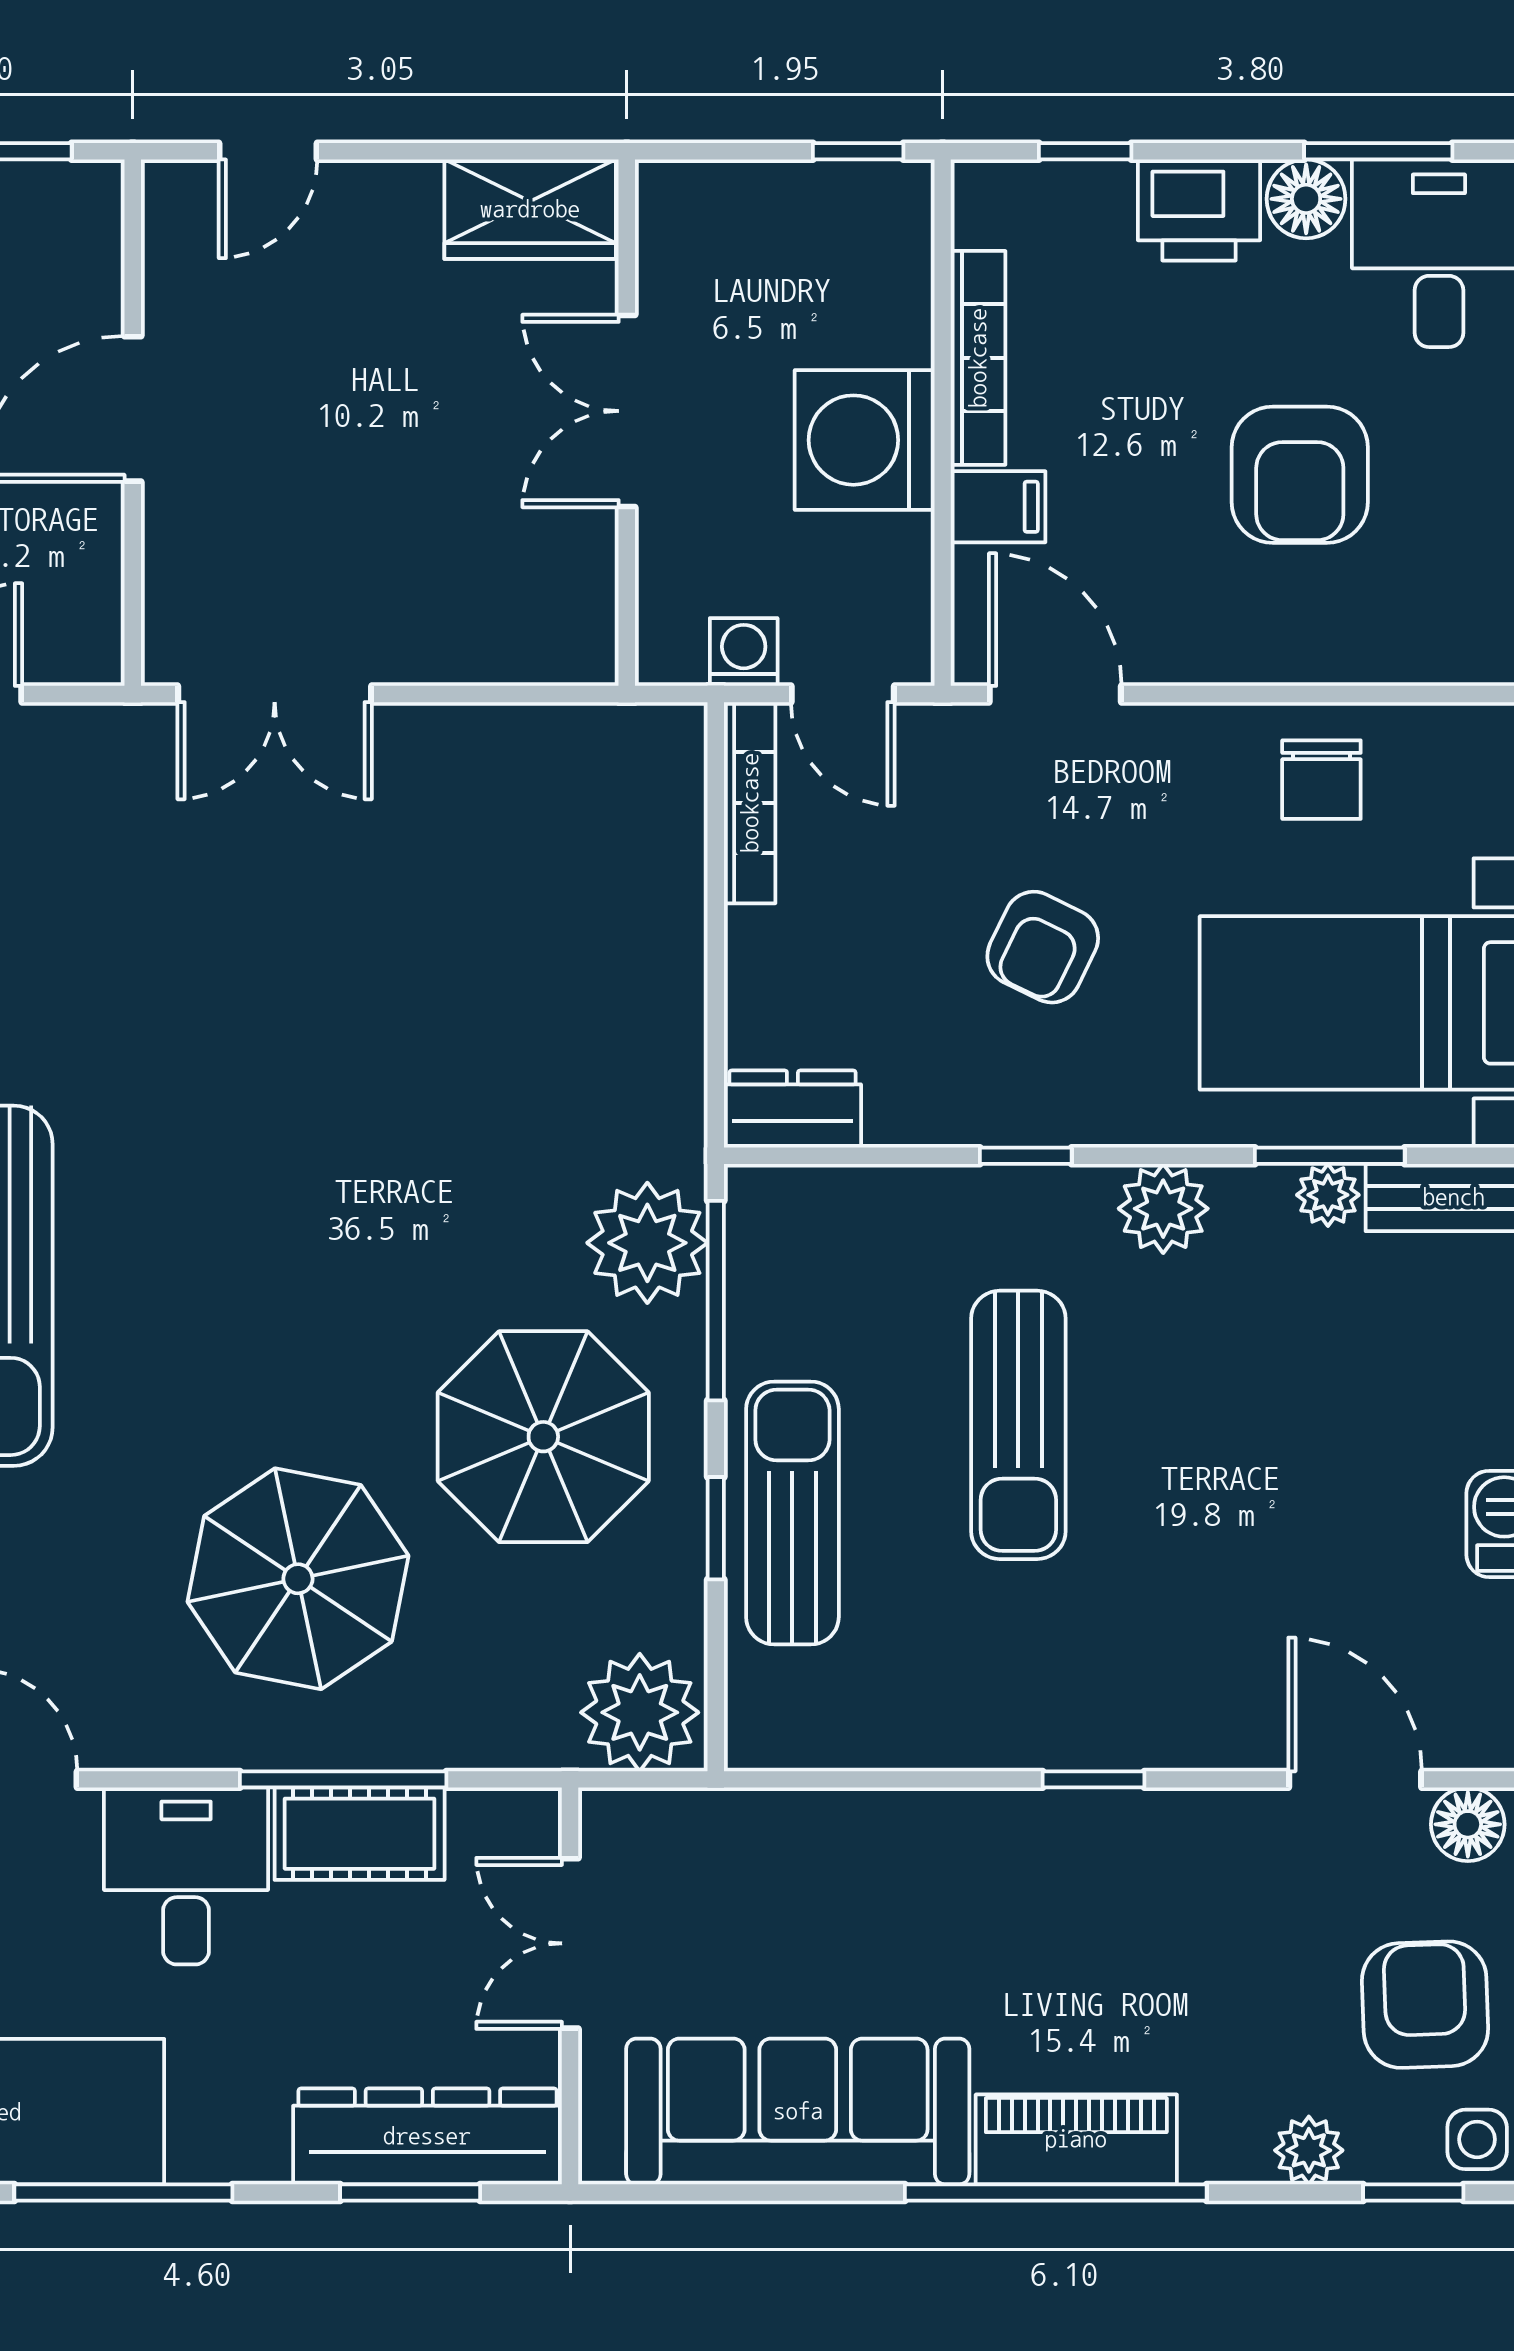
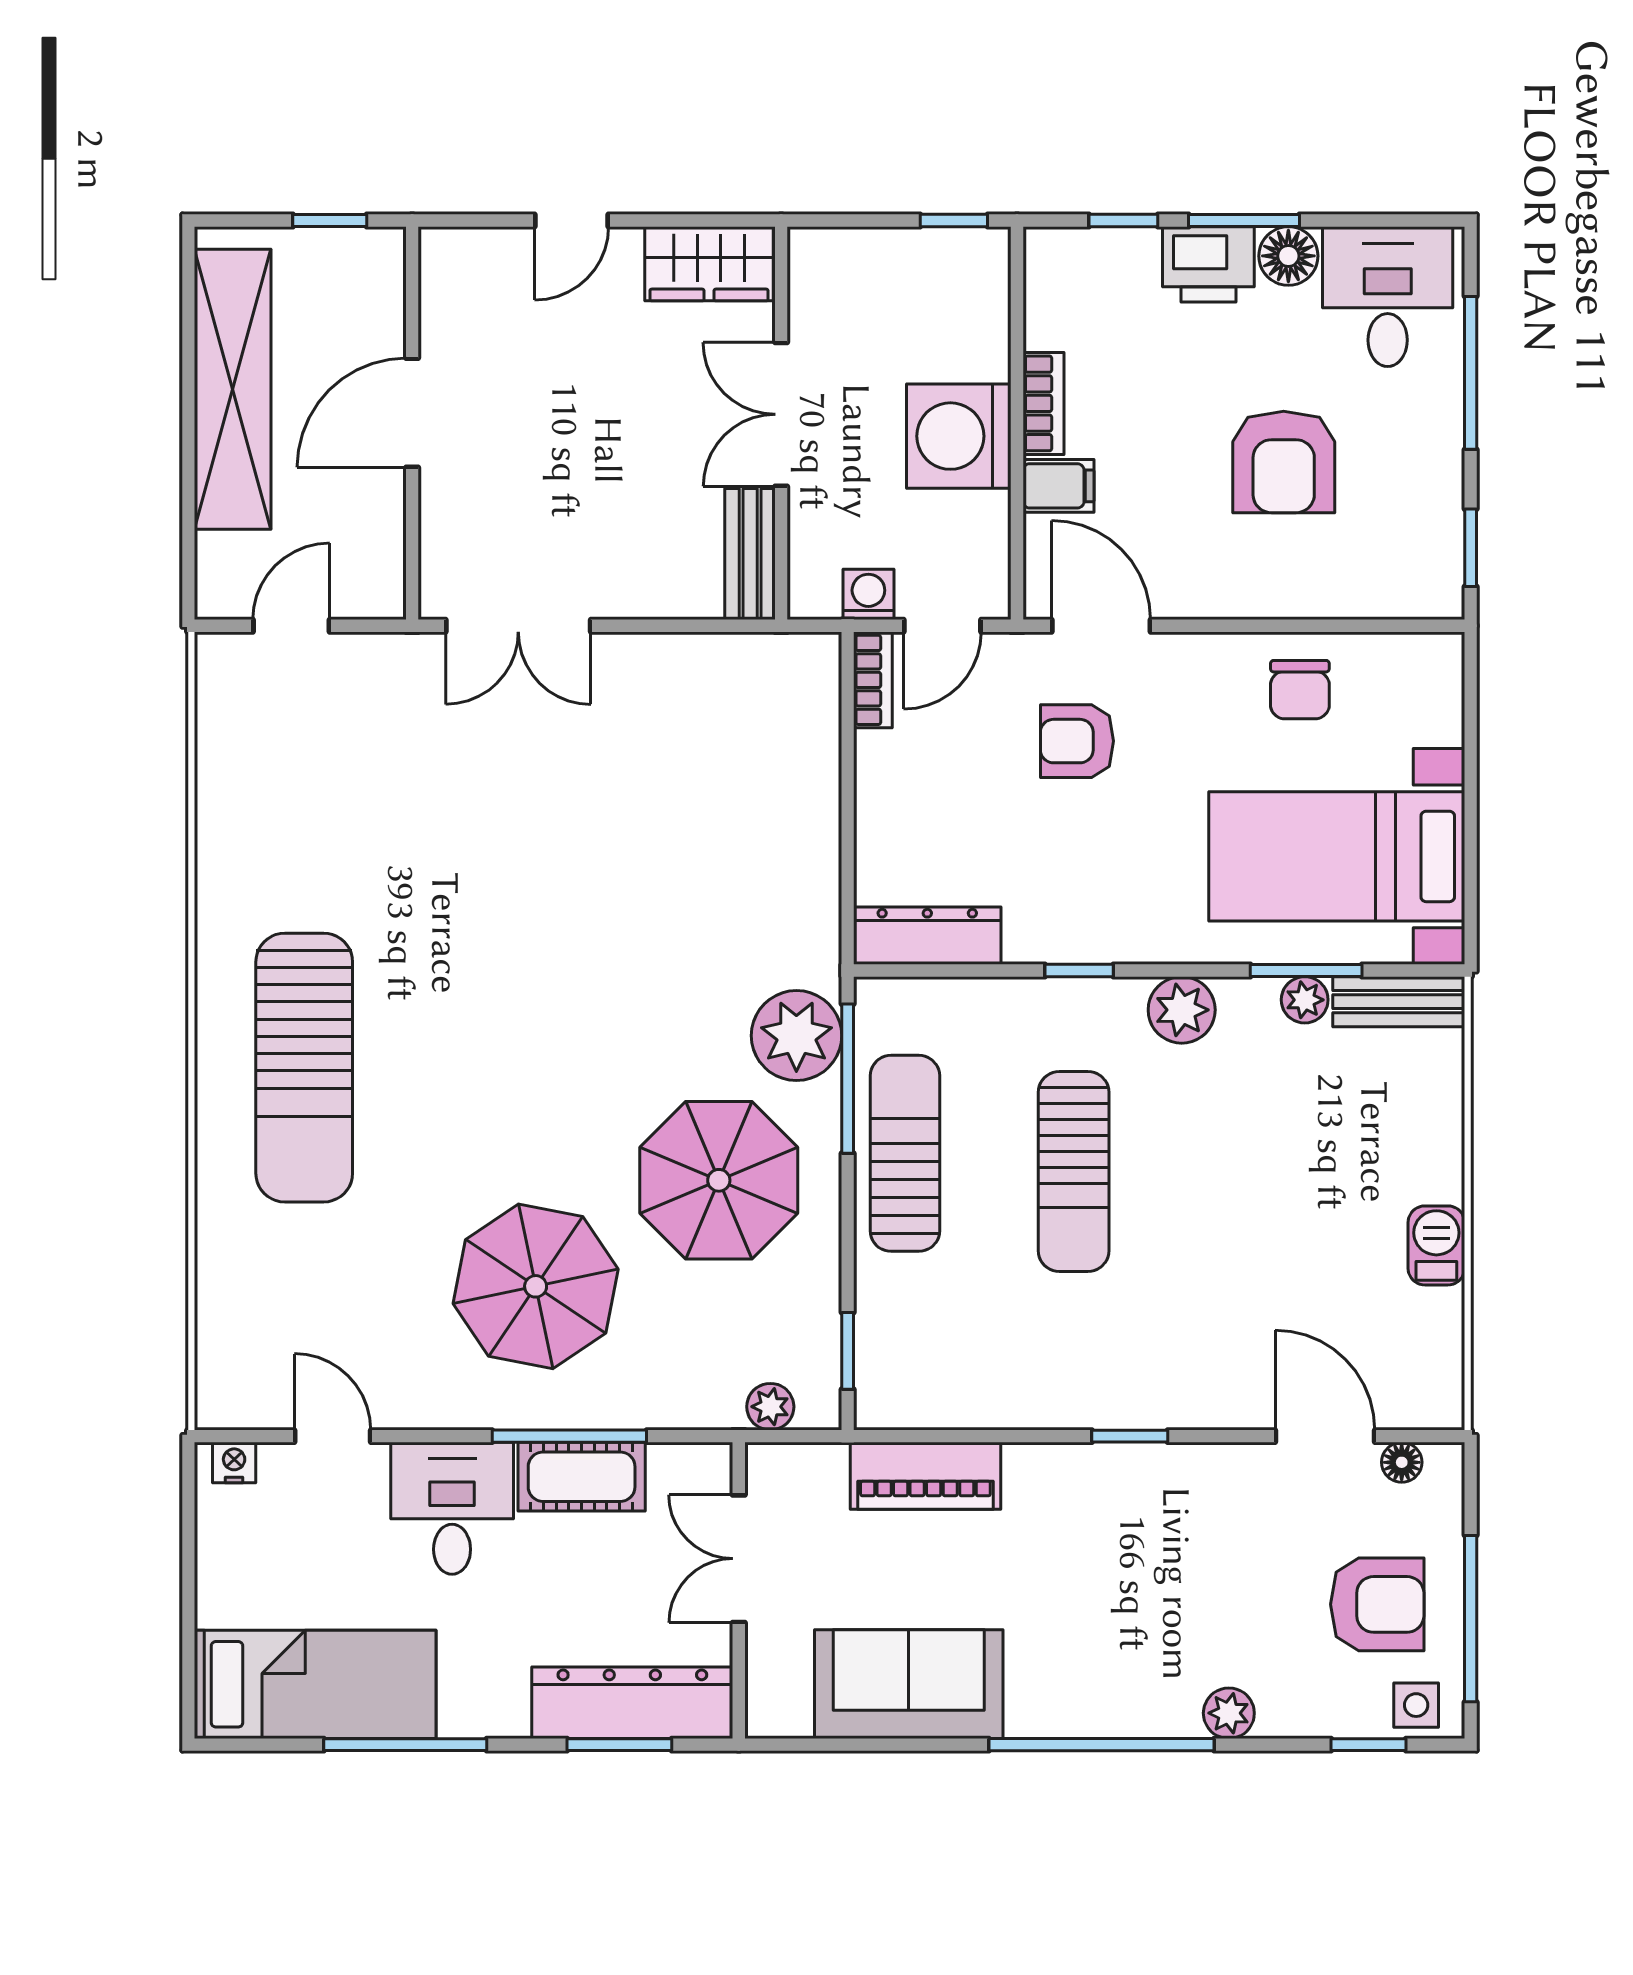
door: (268, 151) -> (572, 220), moved
window: (1378, 151) -> (1244, 220), moved
bookcase: (978, 358) -> (1043, 403), width x0.64
bench: (585, 598) -> (750, 554), added
door: (843, 694) -> (942, 626), hinge flipped
bookcase: (750, 803) -> (873, 680), width x0.64
armchair: (1043, 947) -> (1077, 741), moved, turned 64
dresser: (792, 1109) -> (927, 936), width x1.44
sun lounger: (792, 1513) -> (905, 1153), moved
window: (716, 1528) -> (848, 1351), moved
plant: (640, 1712) -> (770, 1407), width x0.53, depth x0.53
floor lamp: (1468, 1824) -> (1402, 1462), width x0.73, depth x0.73
armchair: (1425, 2005) -> (1377, 1604), turned 92
sofa: (798, 2111) -> (909, 1684), width x0.73
piano: (1076, 2139) -> (925, 1476), moved, turned 180
plant: (1309, 2150) -> (1229, 1713), moved

